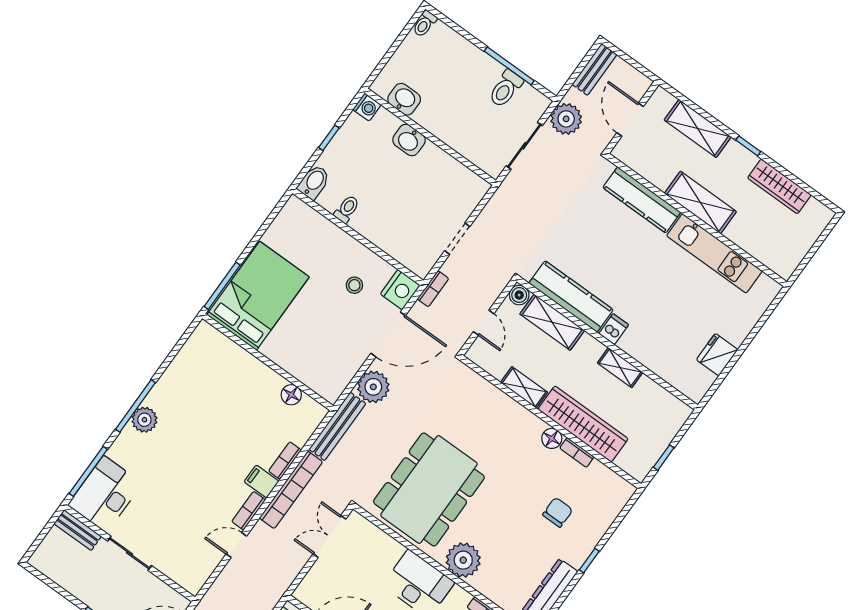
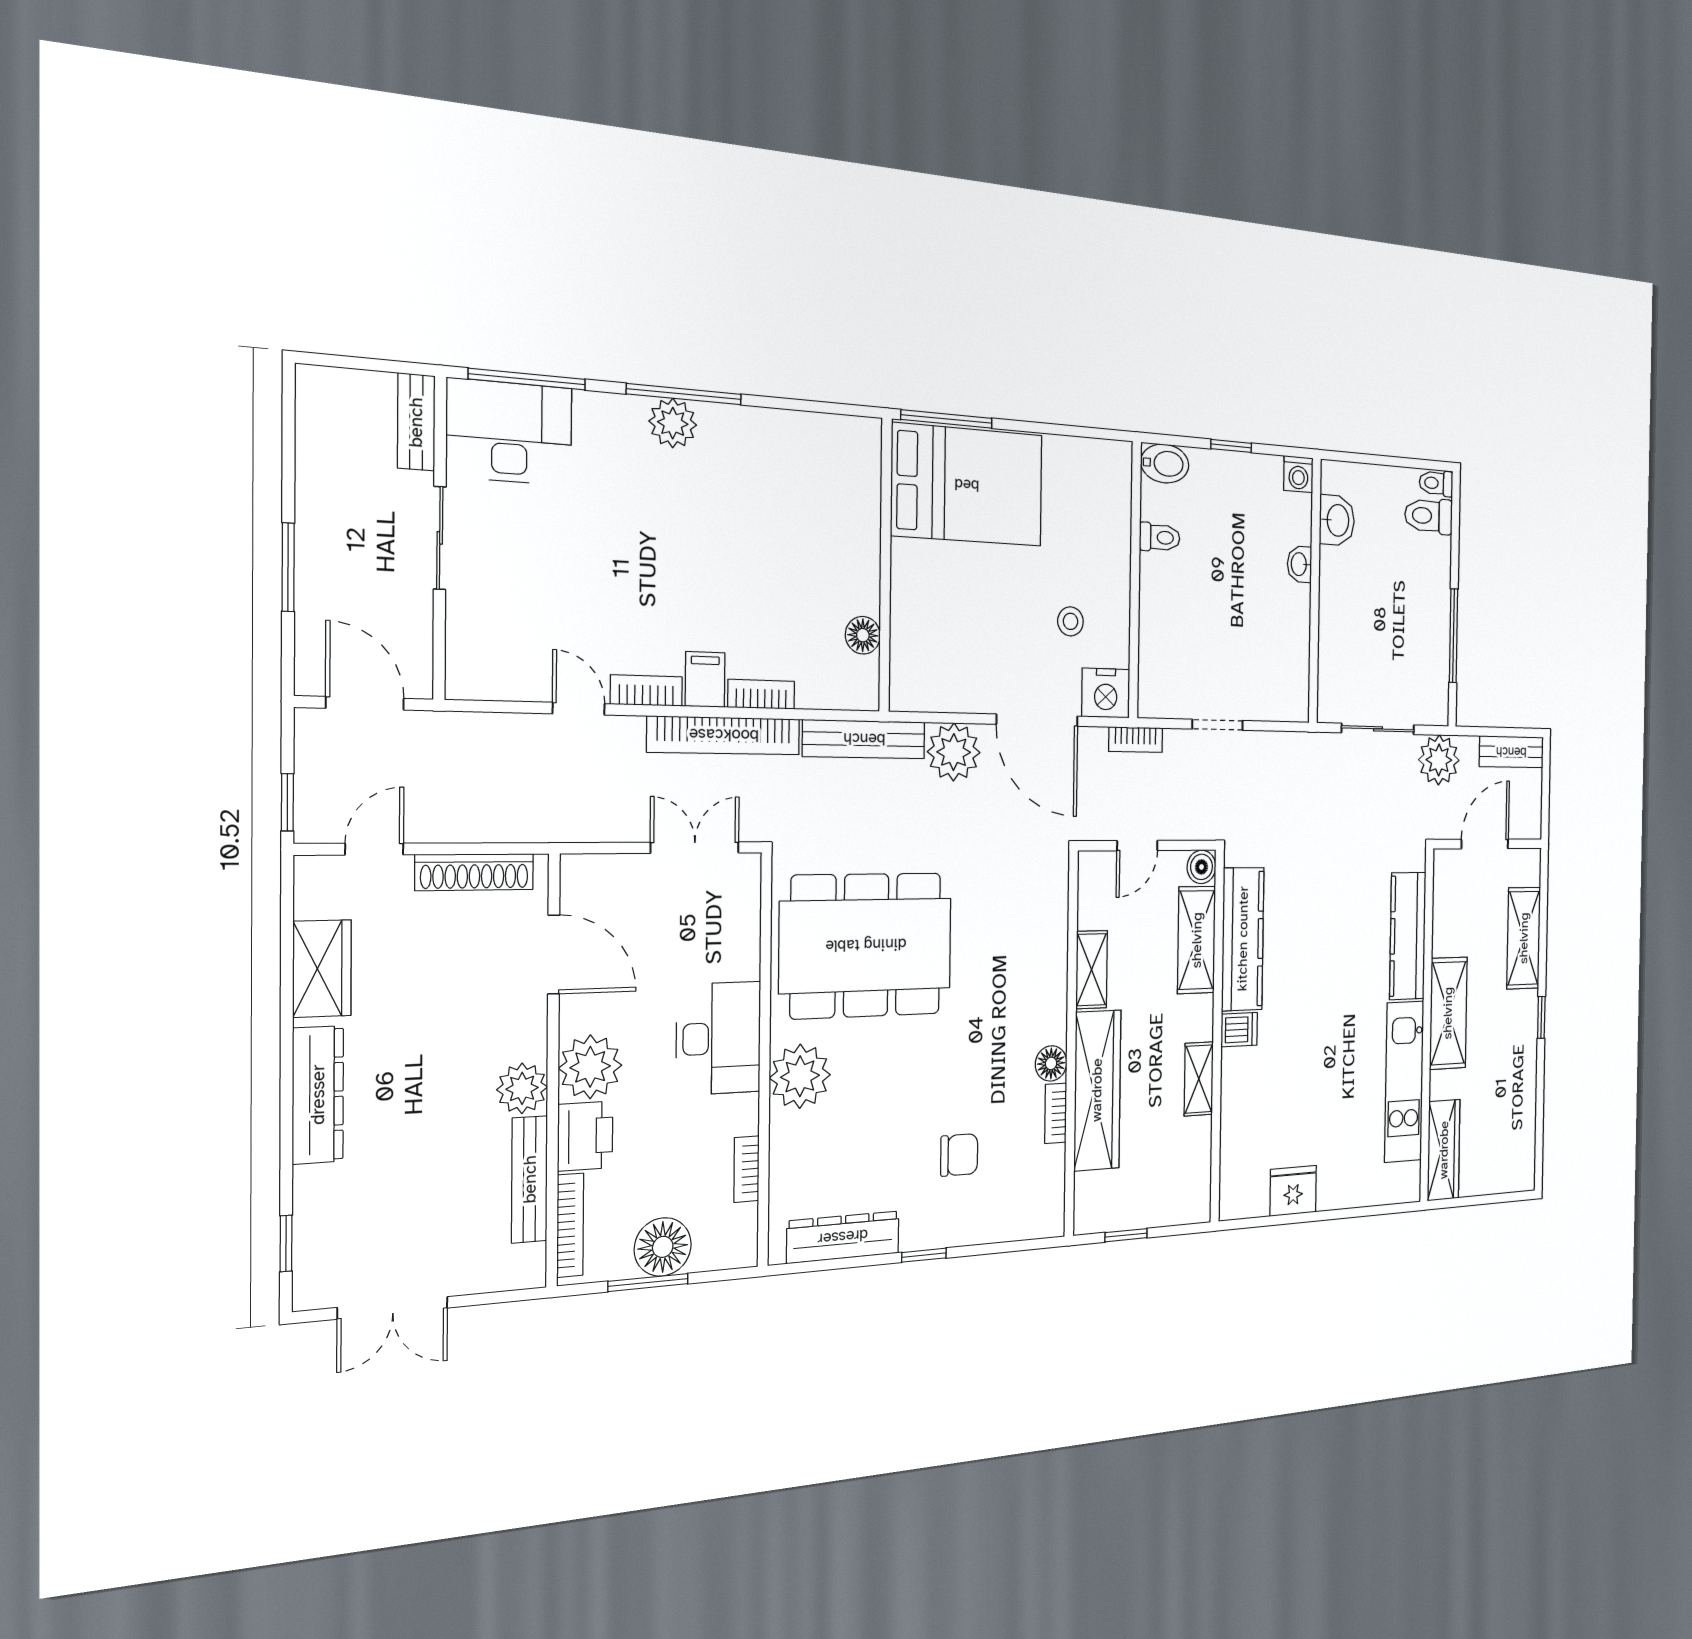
toilet: (506, 89) -> (1429, 516), moved
washbasin: (409, 140) -> (1300, 564), width x0.72, depth x0.69
wardrobe: (779, 186) -> (1444, 1150), moved, turned 180

